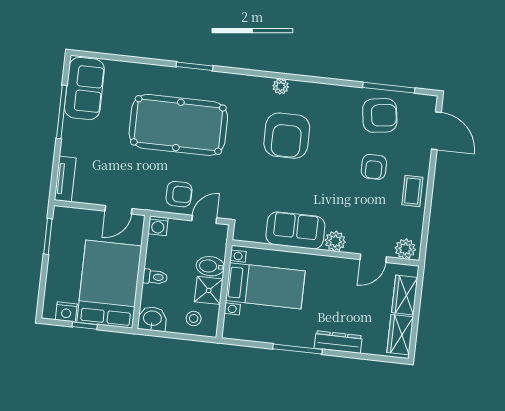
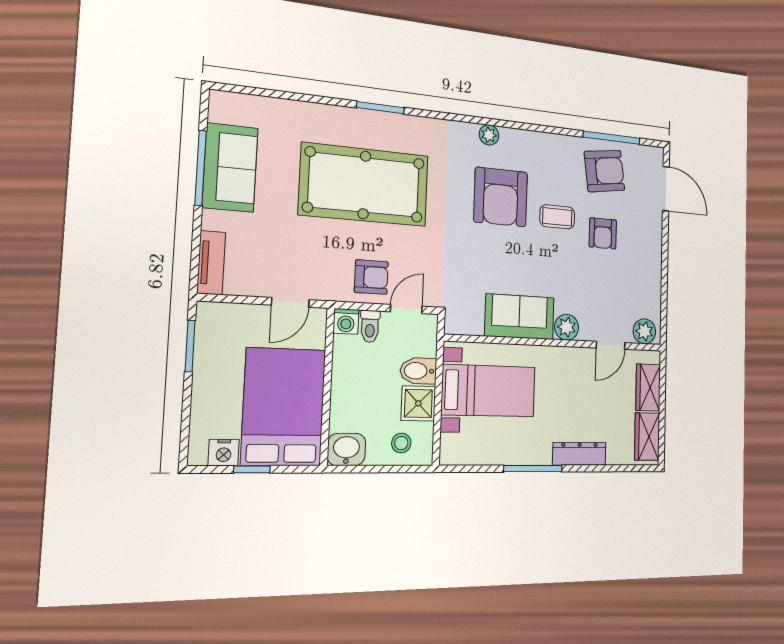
sofa: (84, 89) -> (230, 168), moved
coffee table: (412, 191) -> (557, 217), moved, turned 90
toilet: (155, 277) -> (370, 326), moved, turned 90

